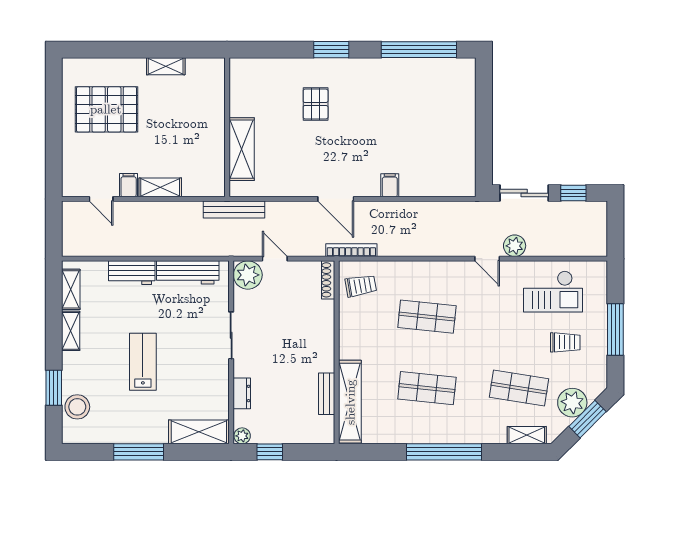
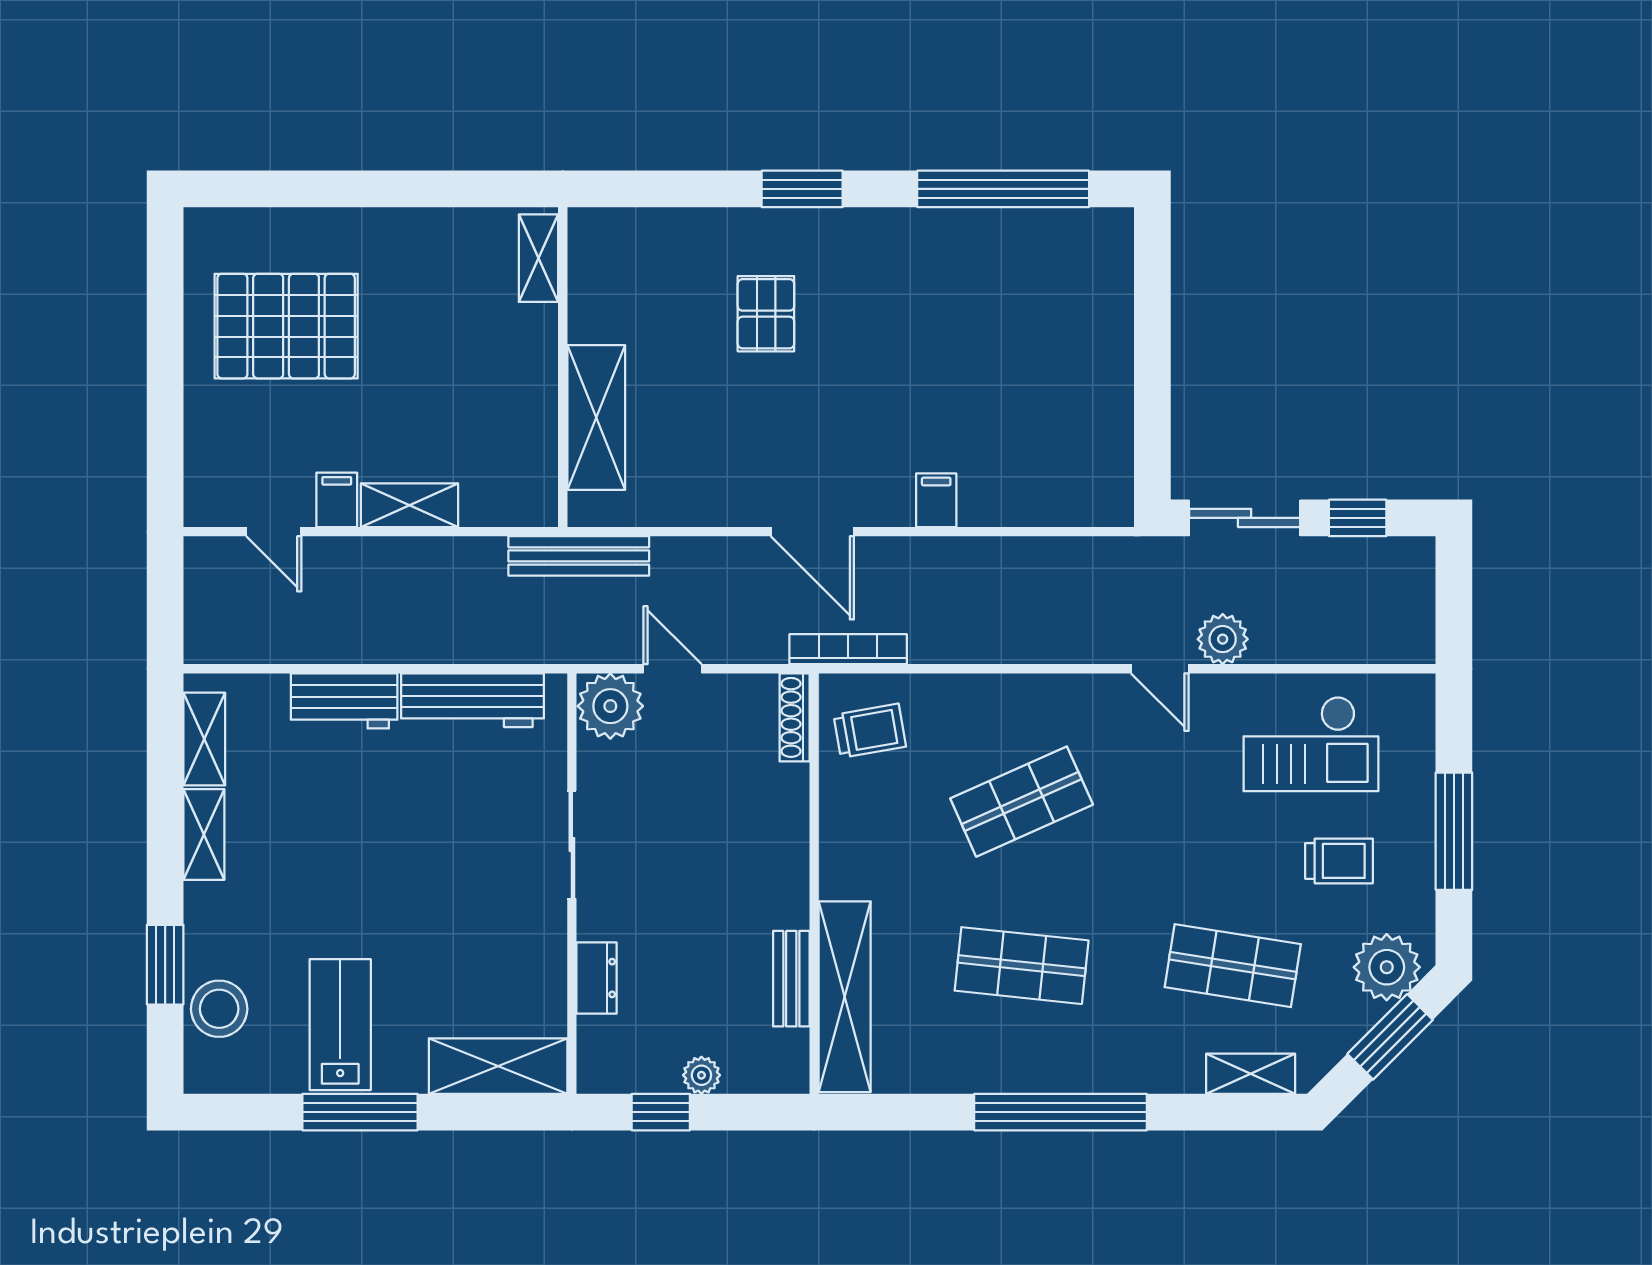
shelving: (166, 66) -> (539, 258), moved, turned 90
shop shelf: (427, 317) -> (1022, 802), turned -30
lab bench: (143, 362) -> (340, 1025), moved
plant: (572, 403) -> (1387, 967), moved
plant: (242, 436) -> (701, 1075), moved

